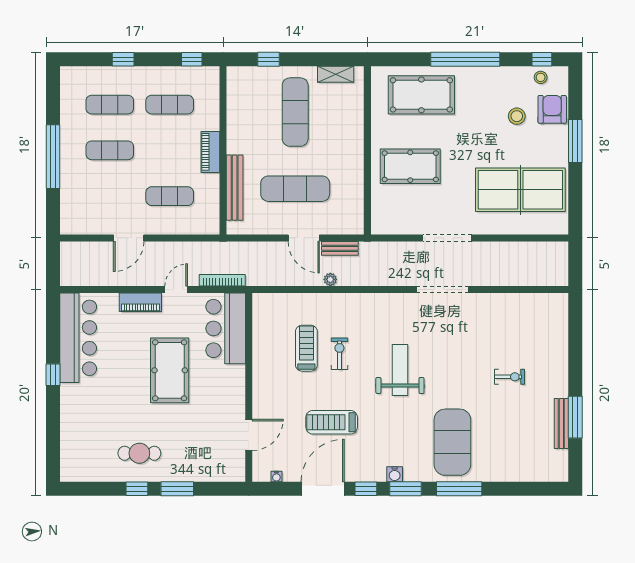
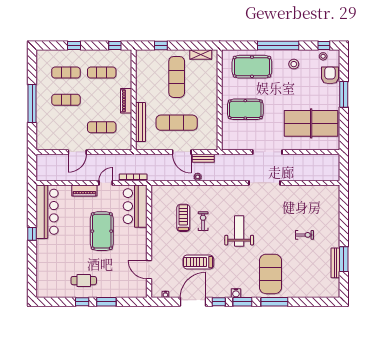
stool: (517, 116) -> (294, 64), moved
door: (249, 435) -> (149, 270), swing flipped

